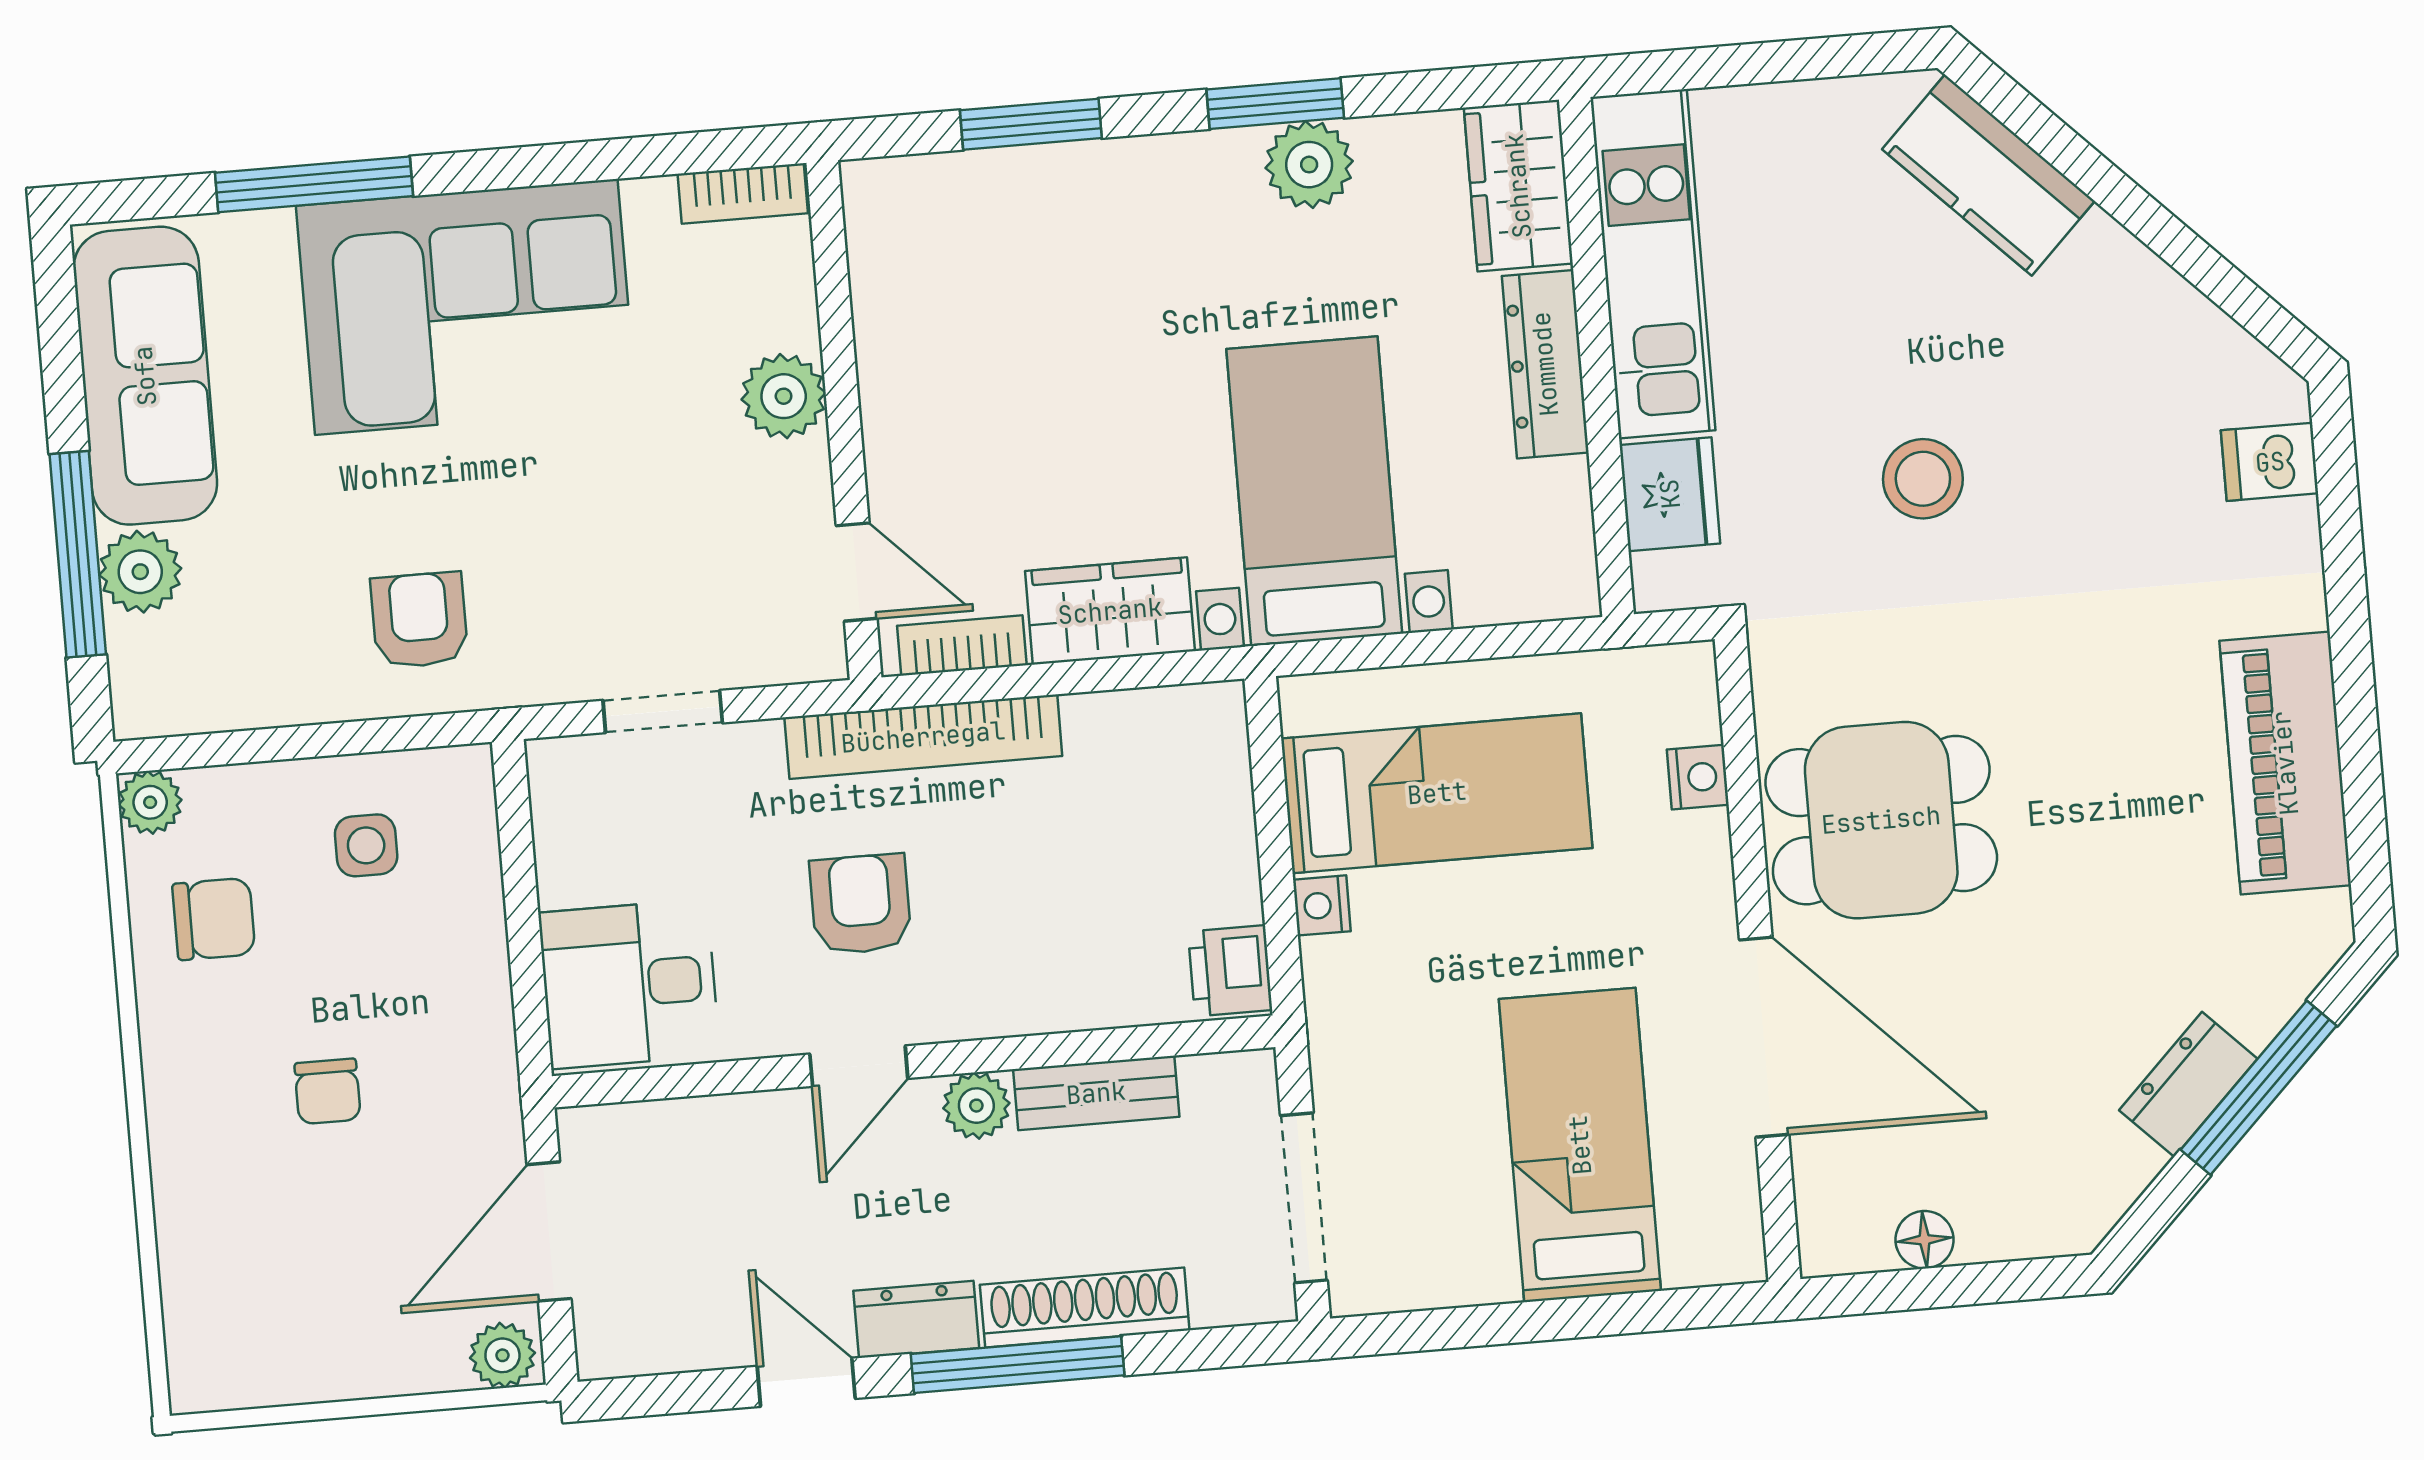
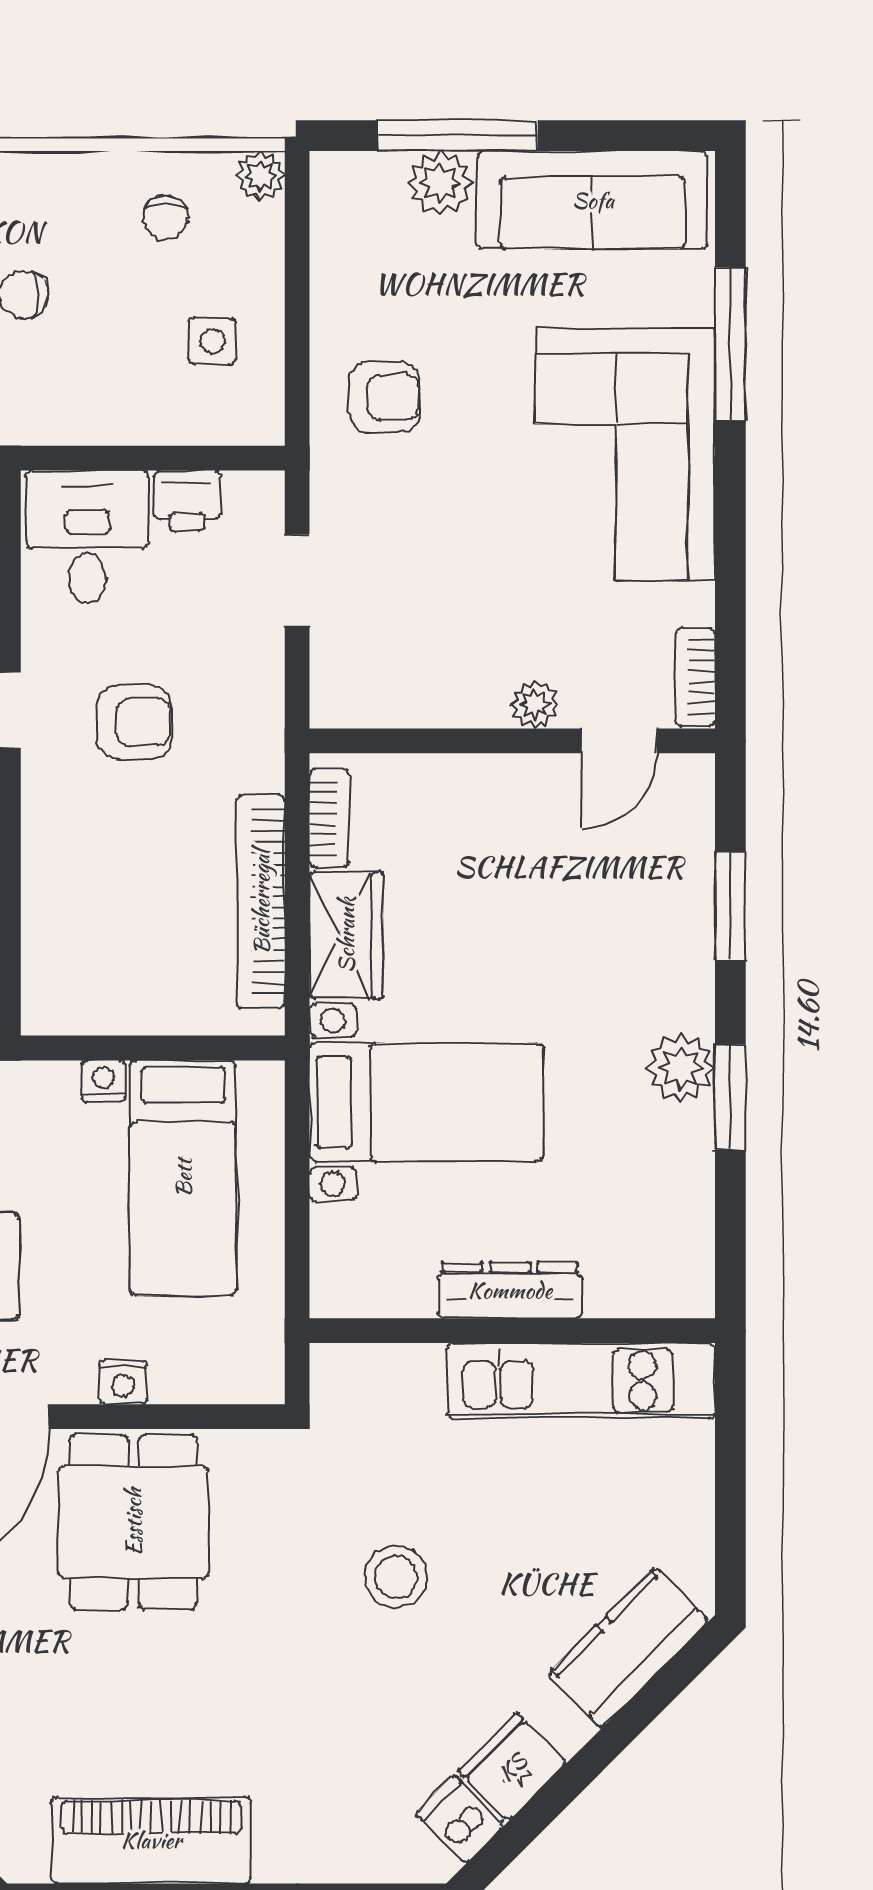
plant: (1309, 165) -> (681, 1068), moved
wardrobe: (1518, 186) -> (651, 1281), removed
plant: (784, 396) -> (535, 704), width x0.73, depth x0.73
dishwasher: (2270, 462) -> (460, 1819), moved, turned -45
fridge: (1670, 494) -> (512, 1767), moved, turned 135
door: (857, 572) -> (619, 741), moved
bookcase: (923, 737) -> (261, 902), moved
nightstand: (1698, 777) -> (123, 1382), moved
chair: (214, 919) -> (165, 218), width x0.73, depth x0.73
printer: (1230, 971) -> (187, 501), moved, turned 180

